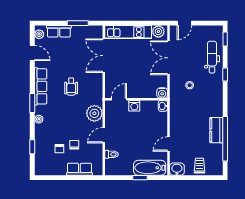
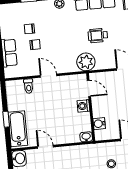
water cooler: (162, 93) -> (99, 124), moved
plant: (94, 113) -> (86, 62), moved

